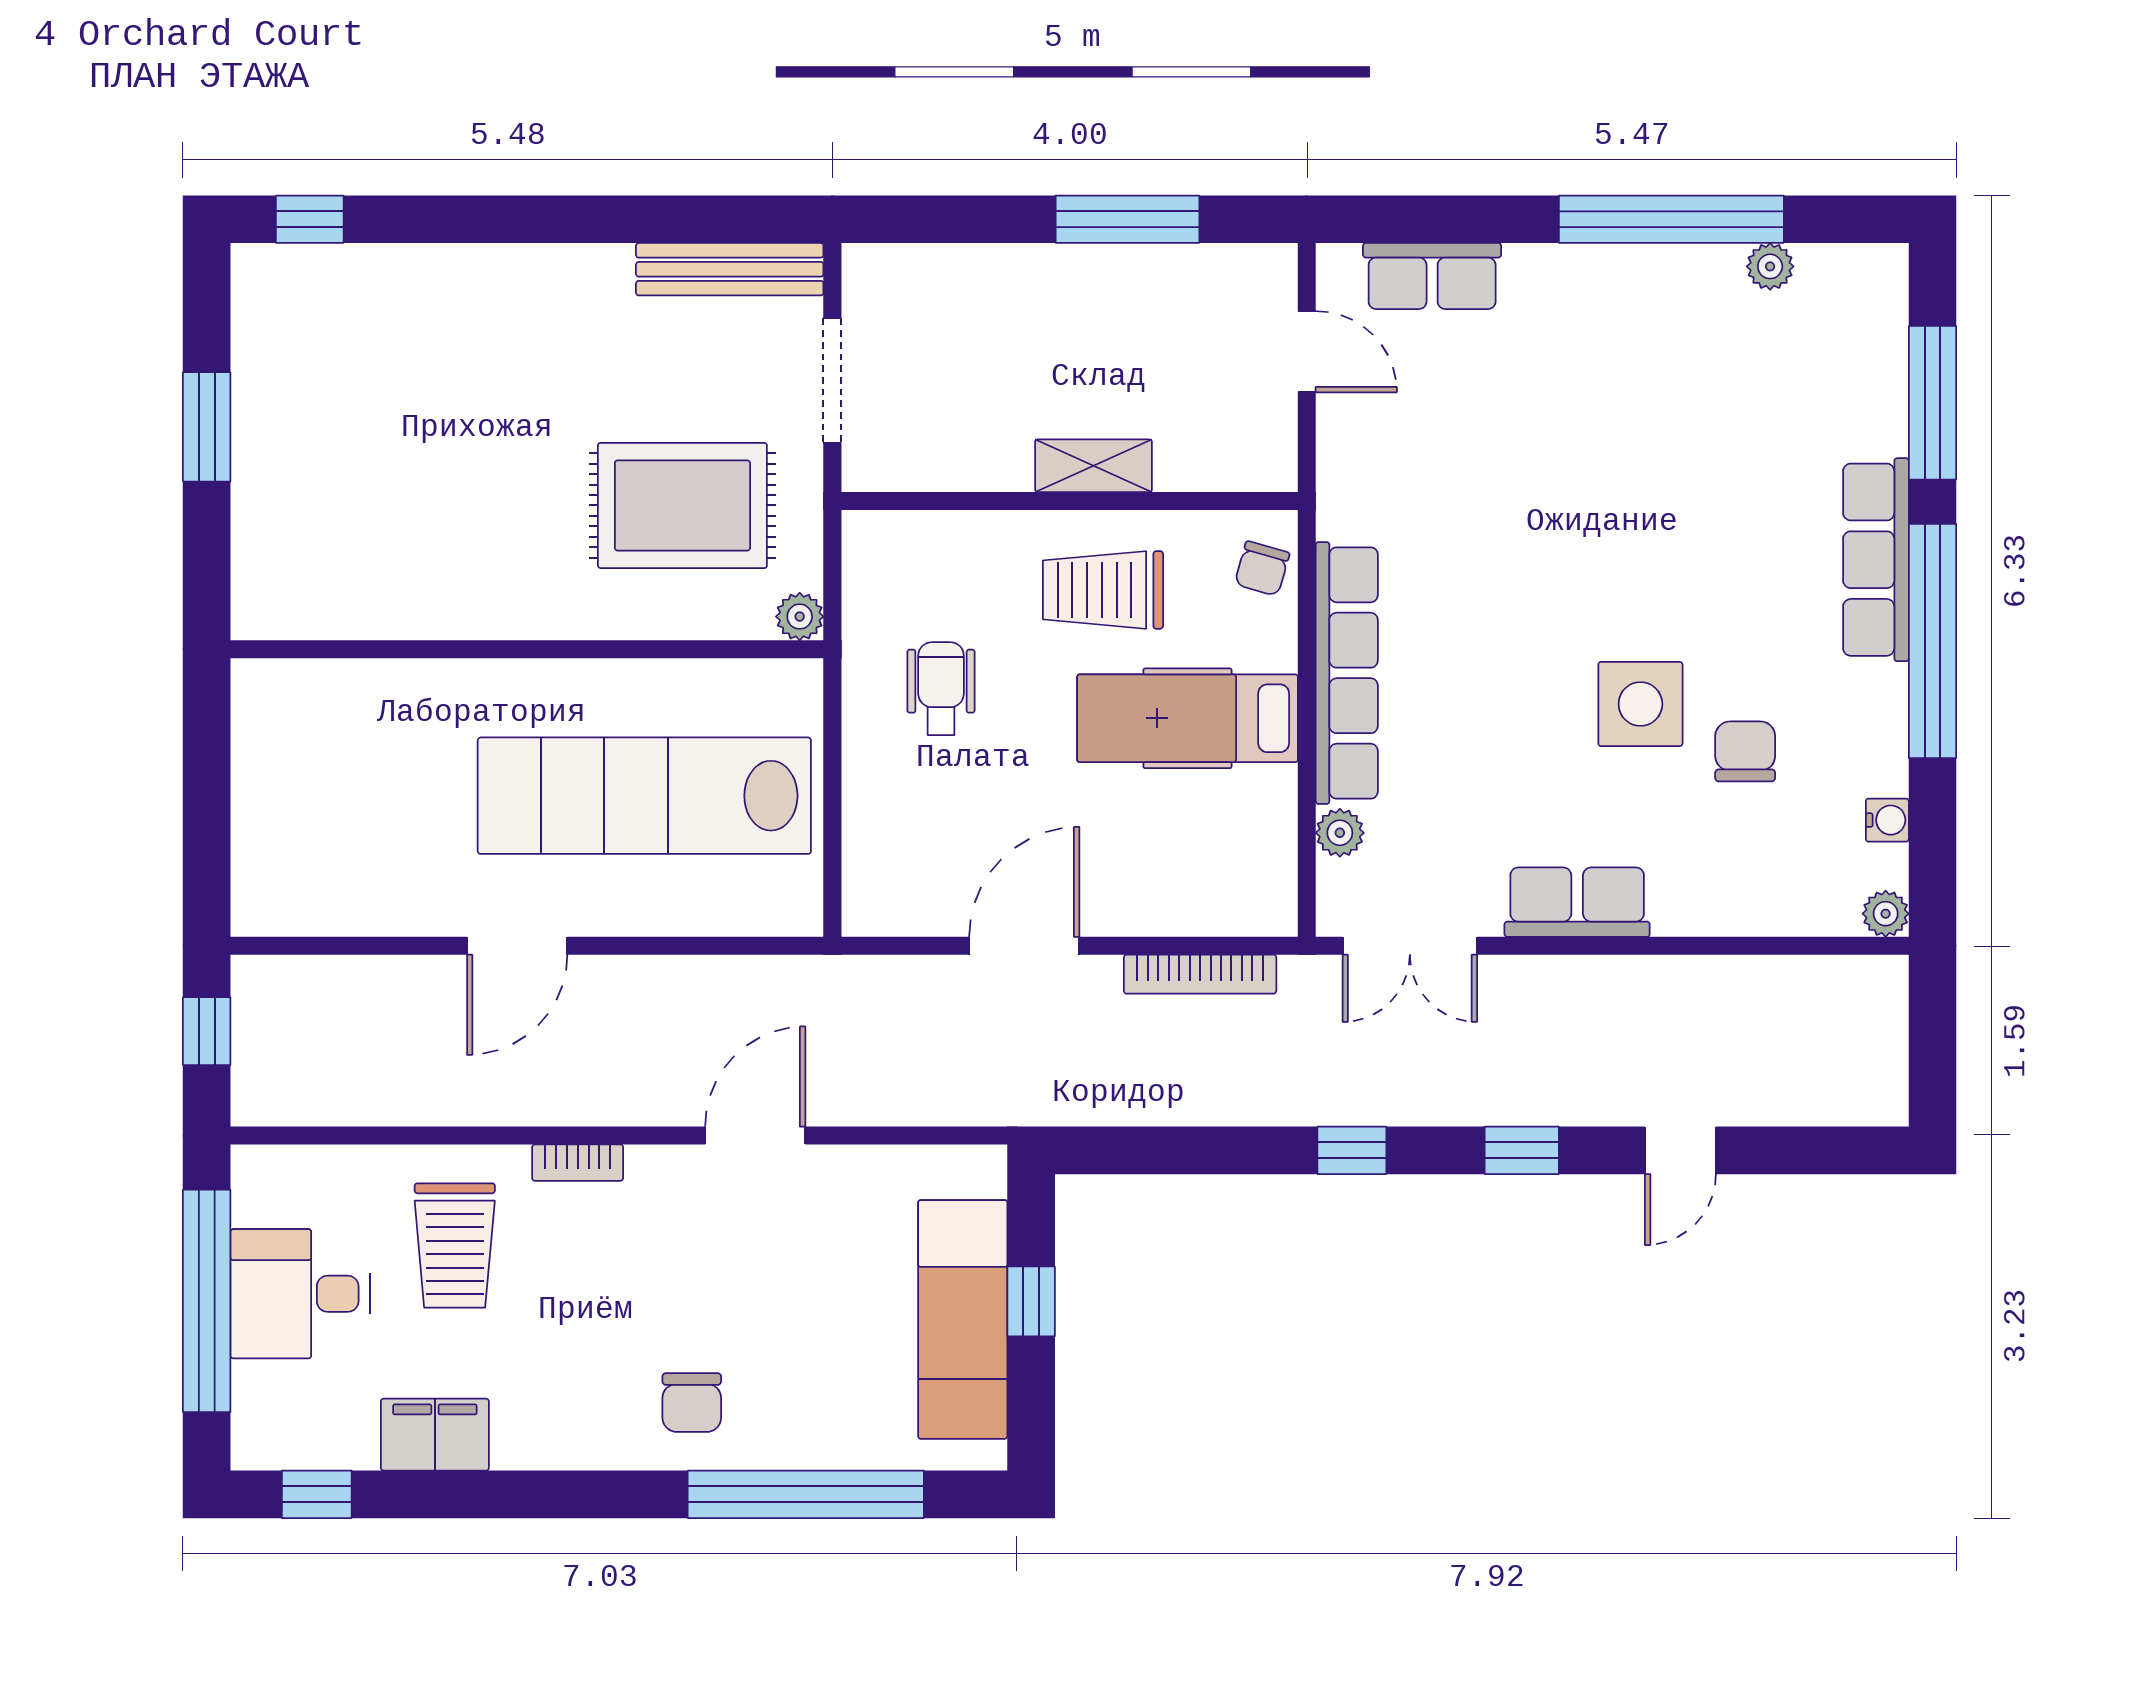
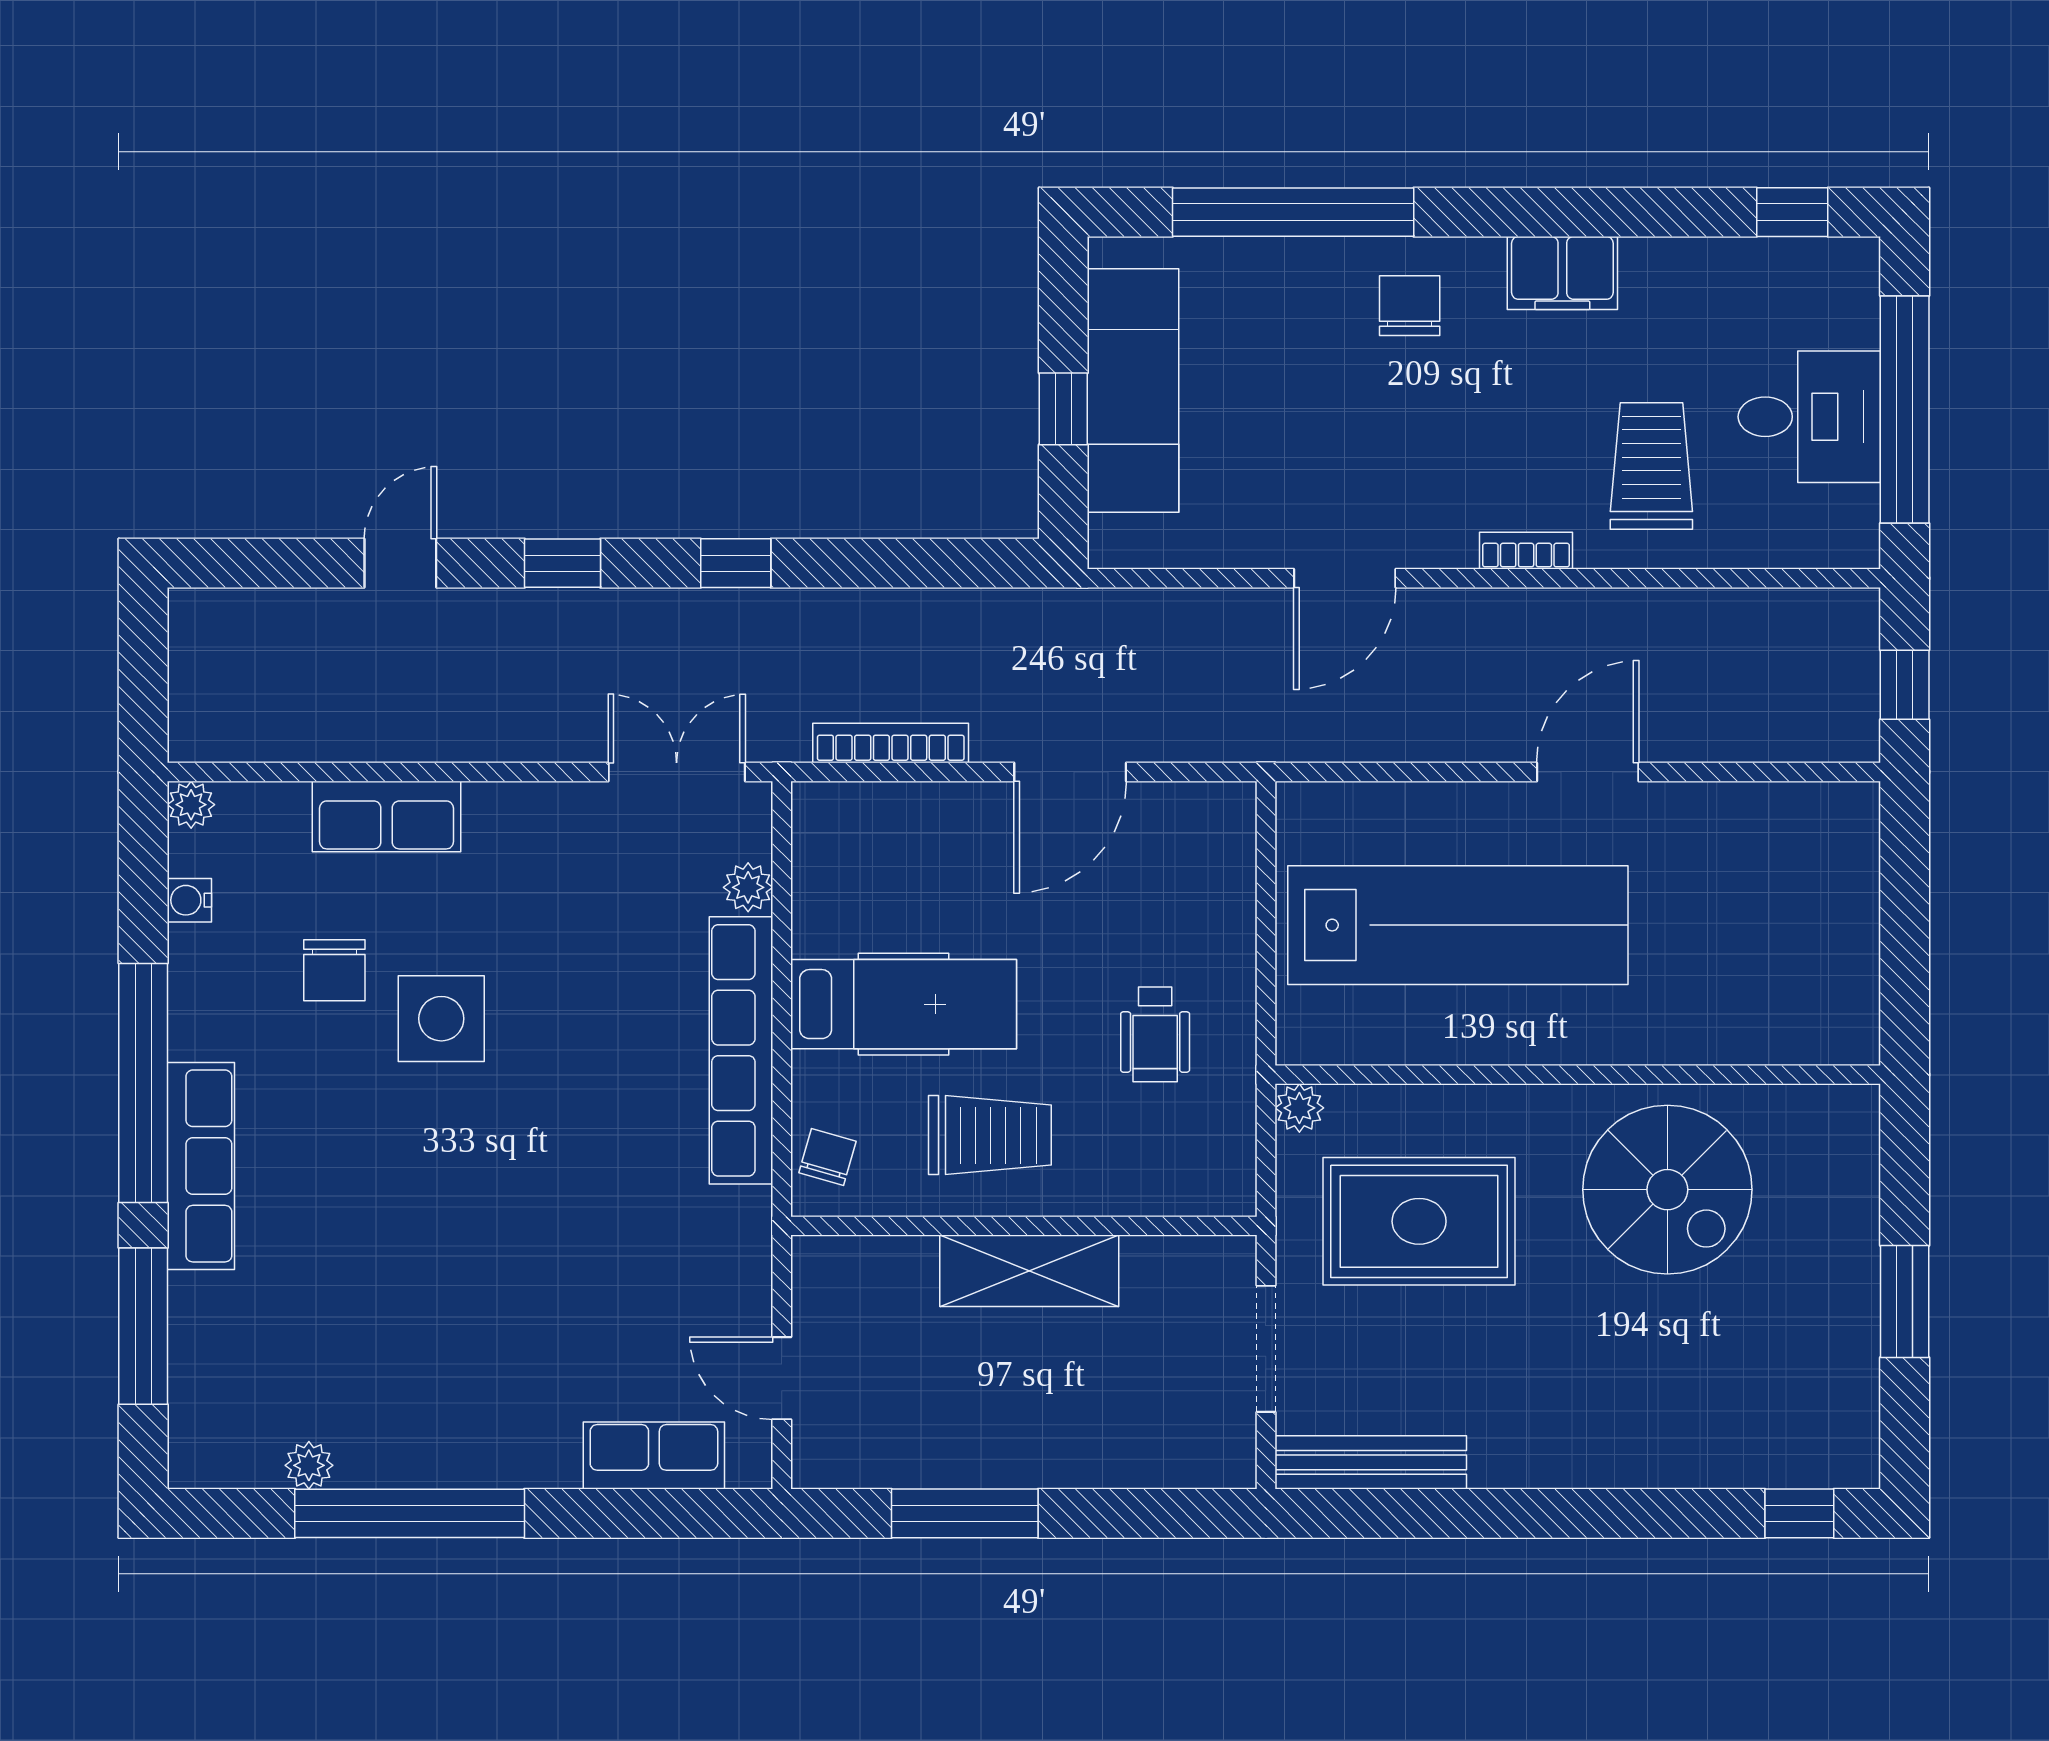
shelving: (1094, 466) -> (1029, 1271), width x1.50, depth x1.33
spiral stairs: (439, 537) -> (1667, 1190), added
row of seats: (1577, 902) -> (387, 816), moved
filing cabinet: (435, 1435) -> (1562, 273), moved

